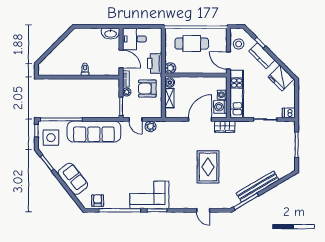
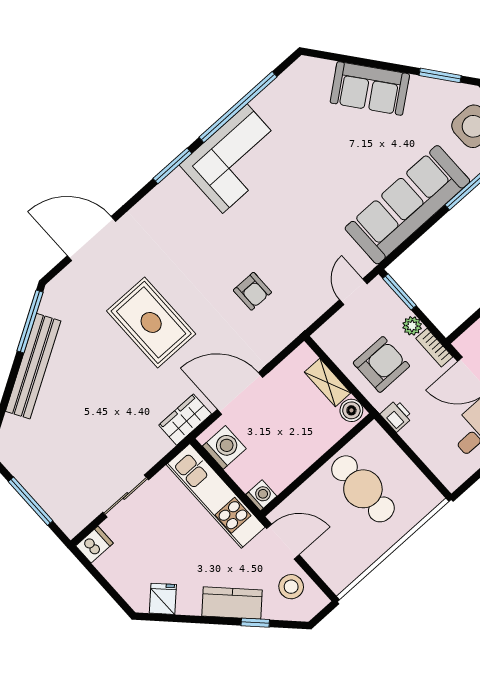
cafe table: (192, 44) -> (363, 489), moved, turned 90
printer: (155, 63) -> (397, 416), width x0.53, depth x0.68
plant: (170, 68) -> (373, 437), removed
fridge: (281, 78) -> (163, 599), width x0.53, depth x0.75
washing machine: (222, 95) -> (261, 495), moved
door: (136, 119) -> (353, 292), hinge flipped
door: (200, 119) -> (240, 393), swing flipped
plant: (150, 126) -> (316, 303), removed
corner sofa: (149, 195) -> (235, 159), moved
armchair: (98, 201) -> (252, 291), moved
door: (203, 210) -> (91, 238), width x1.88

